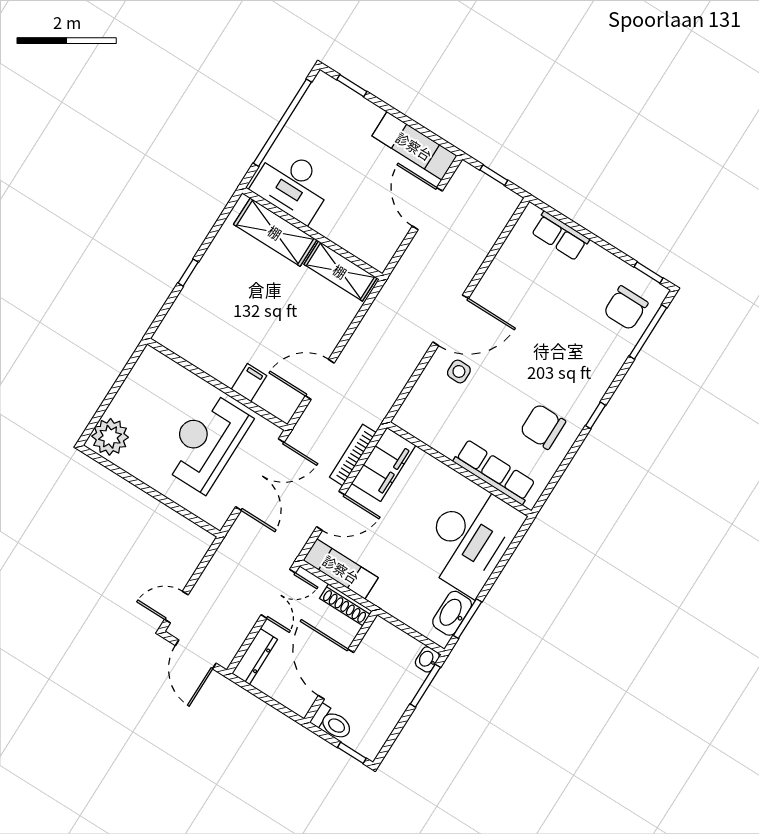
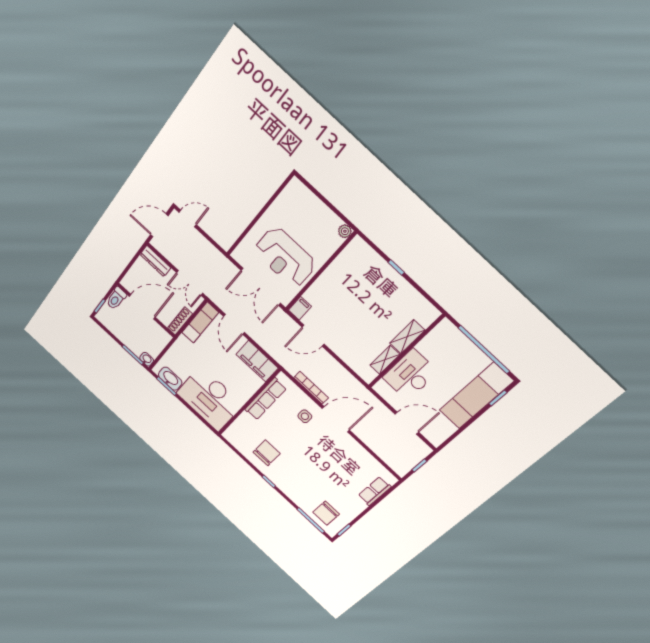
exam couch: (414, 146) -> (476, 396), moved, width x1.36, depth x1.45
desk: (292, 185) -> (410, 375), moved
shelving: (275, 232) -> (407, 337), width x0.67, depth x0.75
shelving: (340, 271) -> (385, 360), width x0.67, depth x0.75
chair: (626, 308) -> (326, 513), turned -90
door: (451, 320) -> (336, 419), swing flipped
door: (320, 379) -> (313, 336), swing flipped
filing cabinet: (249, 382) -> (300, 308), moved, turned -90
plant: (110, 437) -> (345, 231), moved, width x0.53, depth x0.53
reception desk: (206, 442) -> (285, 257), turned 180
bookcase: (353, 455) -> (311, 388), moved
row of seats: (494, 472) -> (265, 399), moved
door: (176, 607) -> (188, 219), hinge flipped

